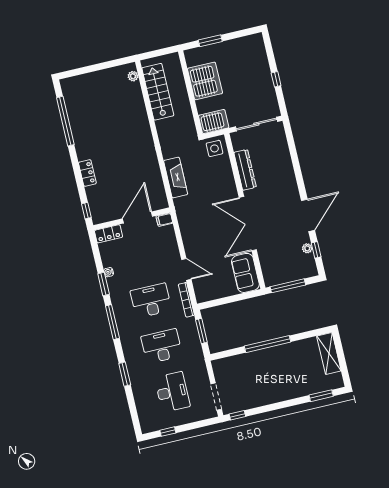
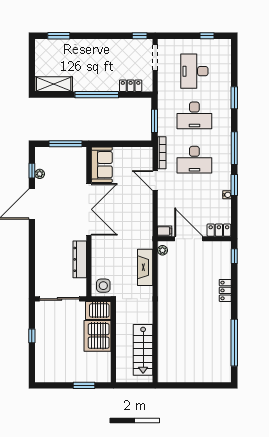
plant: (133, 76) -> (162, 250), moved
server rack: (205, 81) -> (98, 336), moved
door: (138, 217) -> (189, 239), swing flipped
shelving: (329, 353) -> (54, 84), moved, turned 90
locker: (235, 362) -> (131, 86), added

